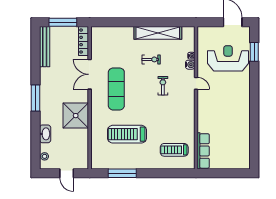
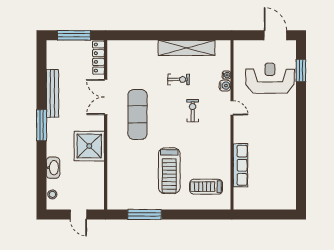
bench: (45, 47) -> (52, 93), moved
treadmill: (127, 134) -> (169, 171), moved, turned -90
row of seats: (203, 151) -> (240, 165), moved

